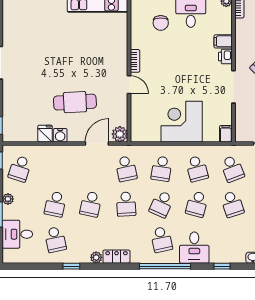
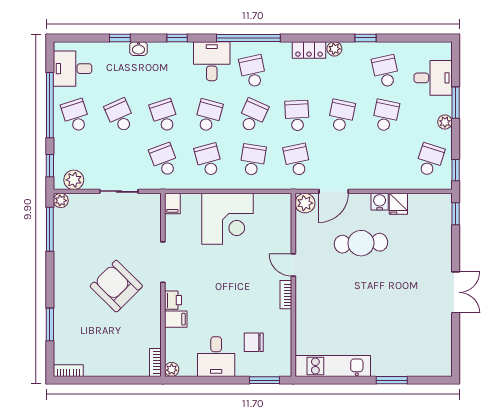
chair: (161, 23) -> (254, 342), turned -90

